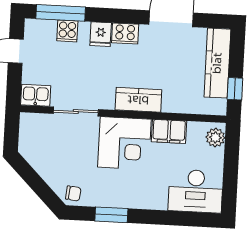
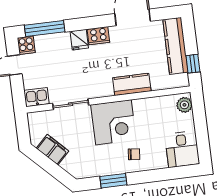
cooker: (67, 31) -> (26, 45), moved
kitchen counter: (138, 100) -> (132, 84), moved
filing cabinet: (169, 131) -> (53, 150), moved, turned -135
desk: (196, 191) -> (182, 149), width x0.73
chair: (73, 193) -> (134, 154), moved

